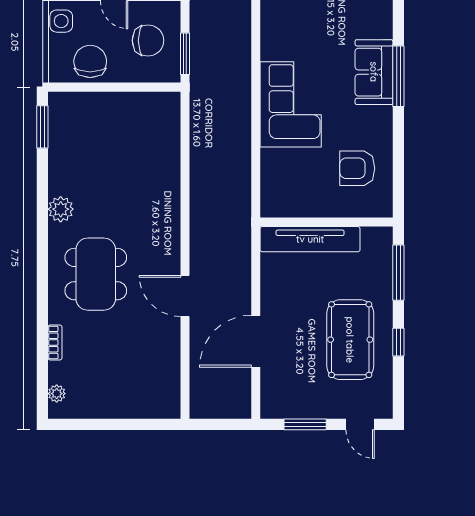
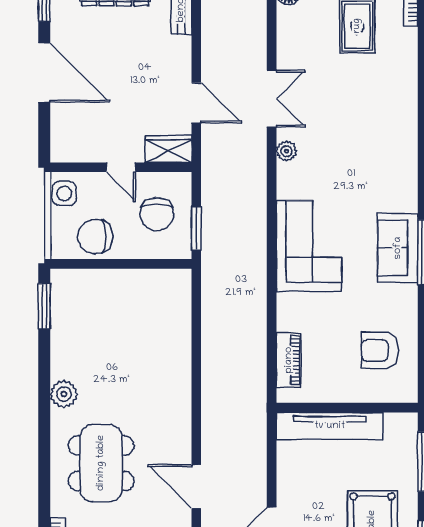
chair: (148, 40) -> (157, 214), turned 91
chair: (90, 61) -> (95, 236), turned -90
corner sofa: (291, 104) -> (309, 246), moved
piano: (272, 177) -> (289, 360), added

